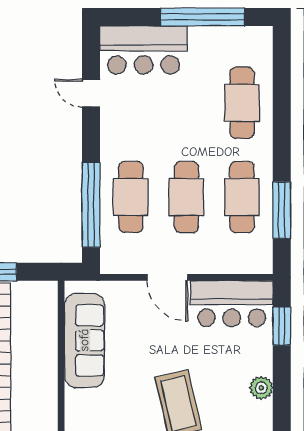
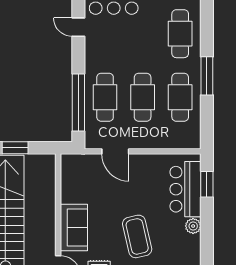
window: (282, 210) -> (207, 76), moved
door: (167, 277) -> (115, 151), moved
bar counter: (232, 304) -> (185, 189), moved, turned 90
sofa: (84, 340) -> (74, 227), moved, width x0.73

